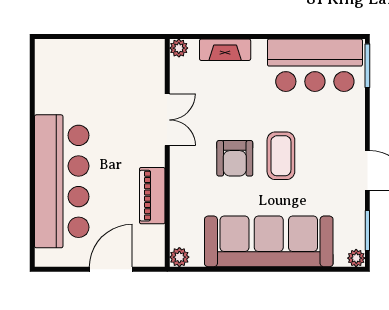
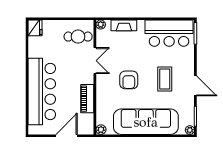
fridge: (48, 55) -> (35, 28), added
cafe table: (134, 72) -> (78, 37), added
coffee table: (281, 156) -> (165, 79), moved

